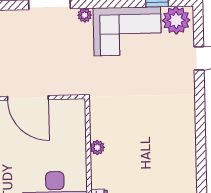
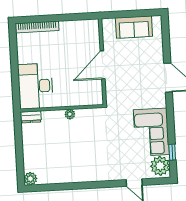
plant: (85, 15) -> (161, 102), removed

